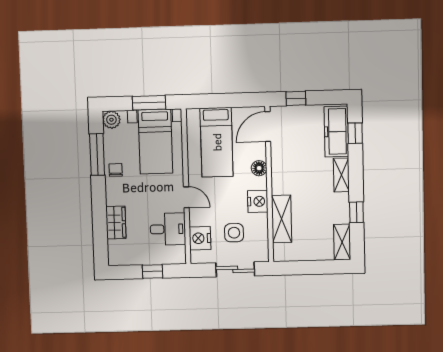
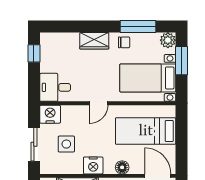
window: (149, 103) -> (181, 61), moved
wardrobe: (116, 222) -> (94, 41), moved
desk: (168, 229) -> (55, 87), moved, turned 90
nightstand: (200, 238) -> (50, 114), moved
window: (152, 271) -> (34, 53), moved

